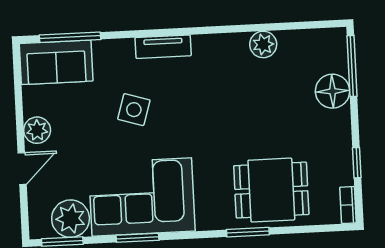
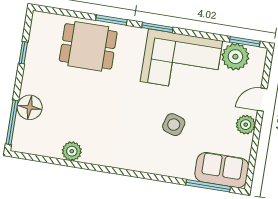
tv unit: (163, 47) -> (143, 165), removed
bookcase: (348, 205) -> (36, 24), removed
window: (137, 238) -> (157, 27), moved

